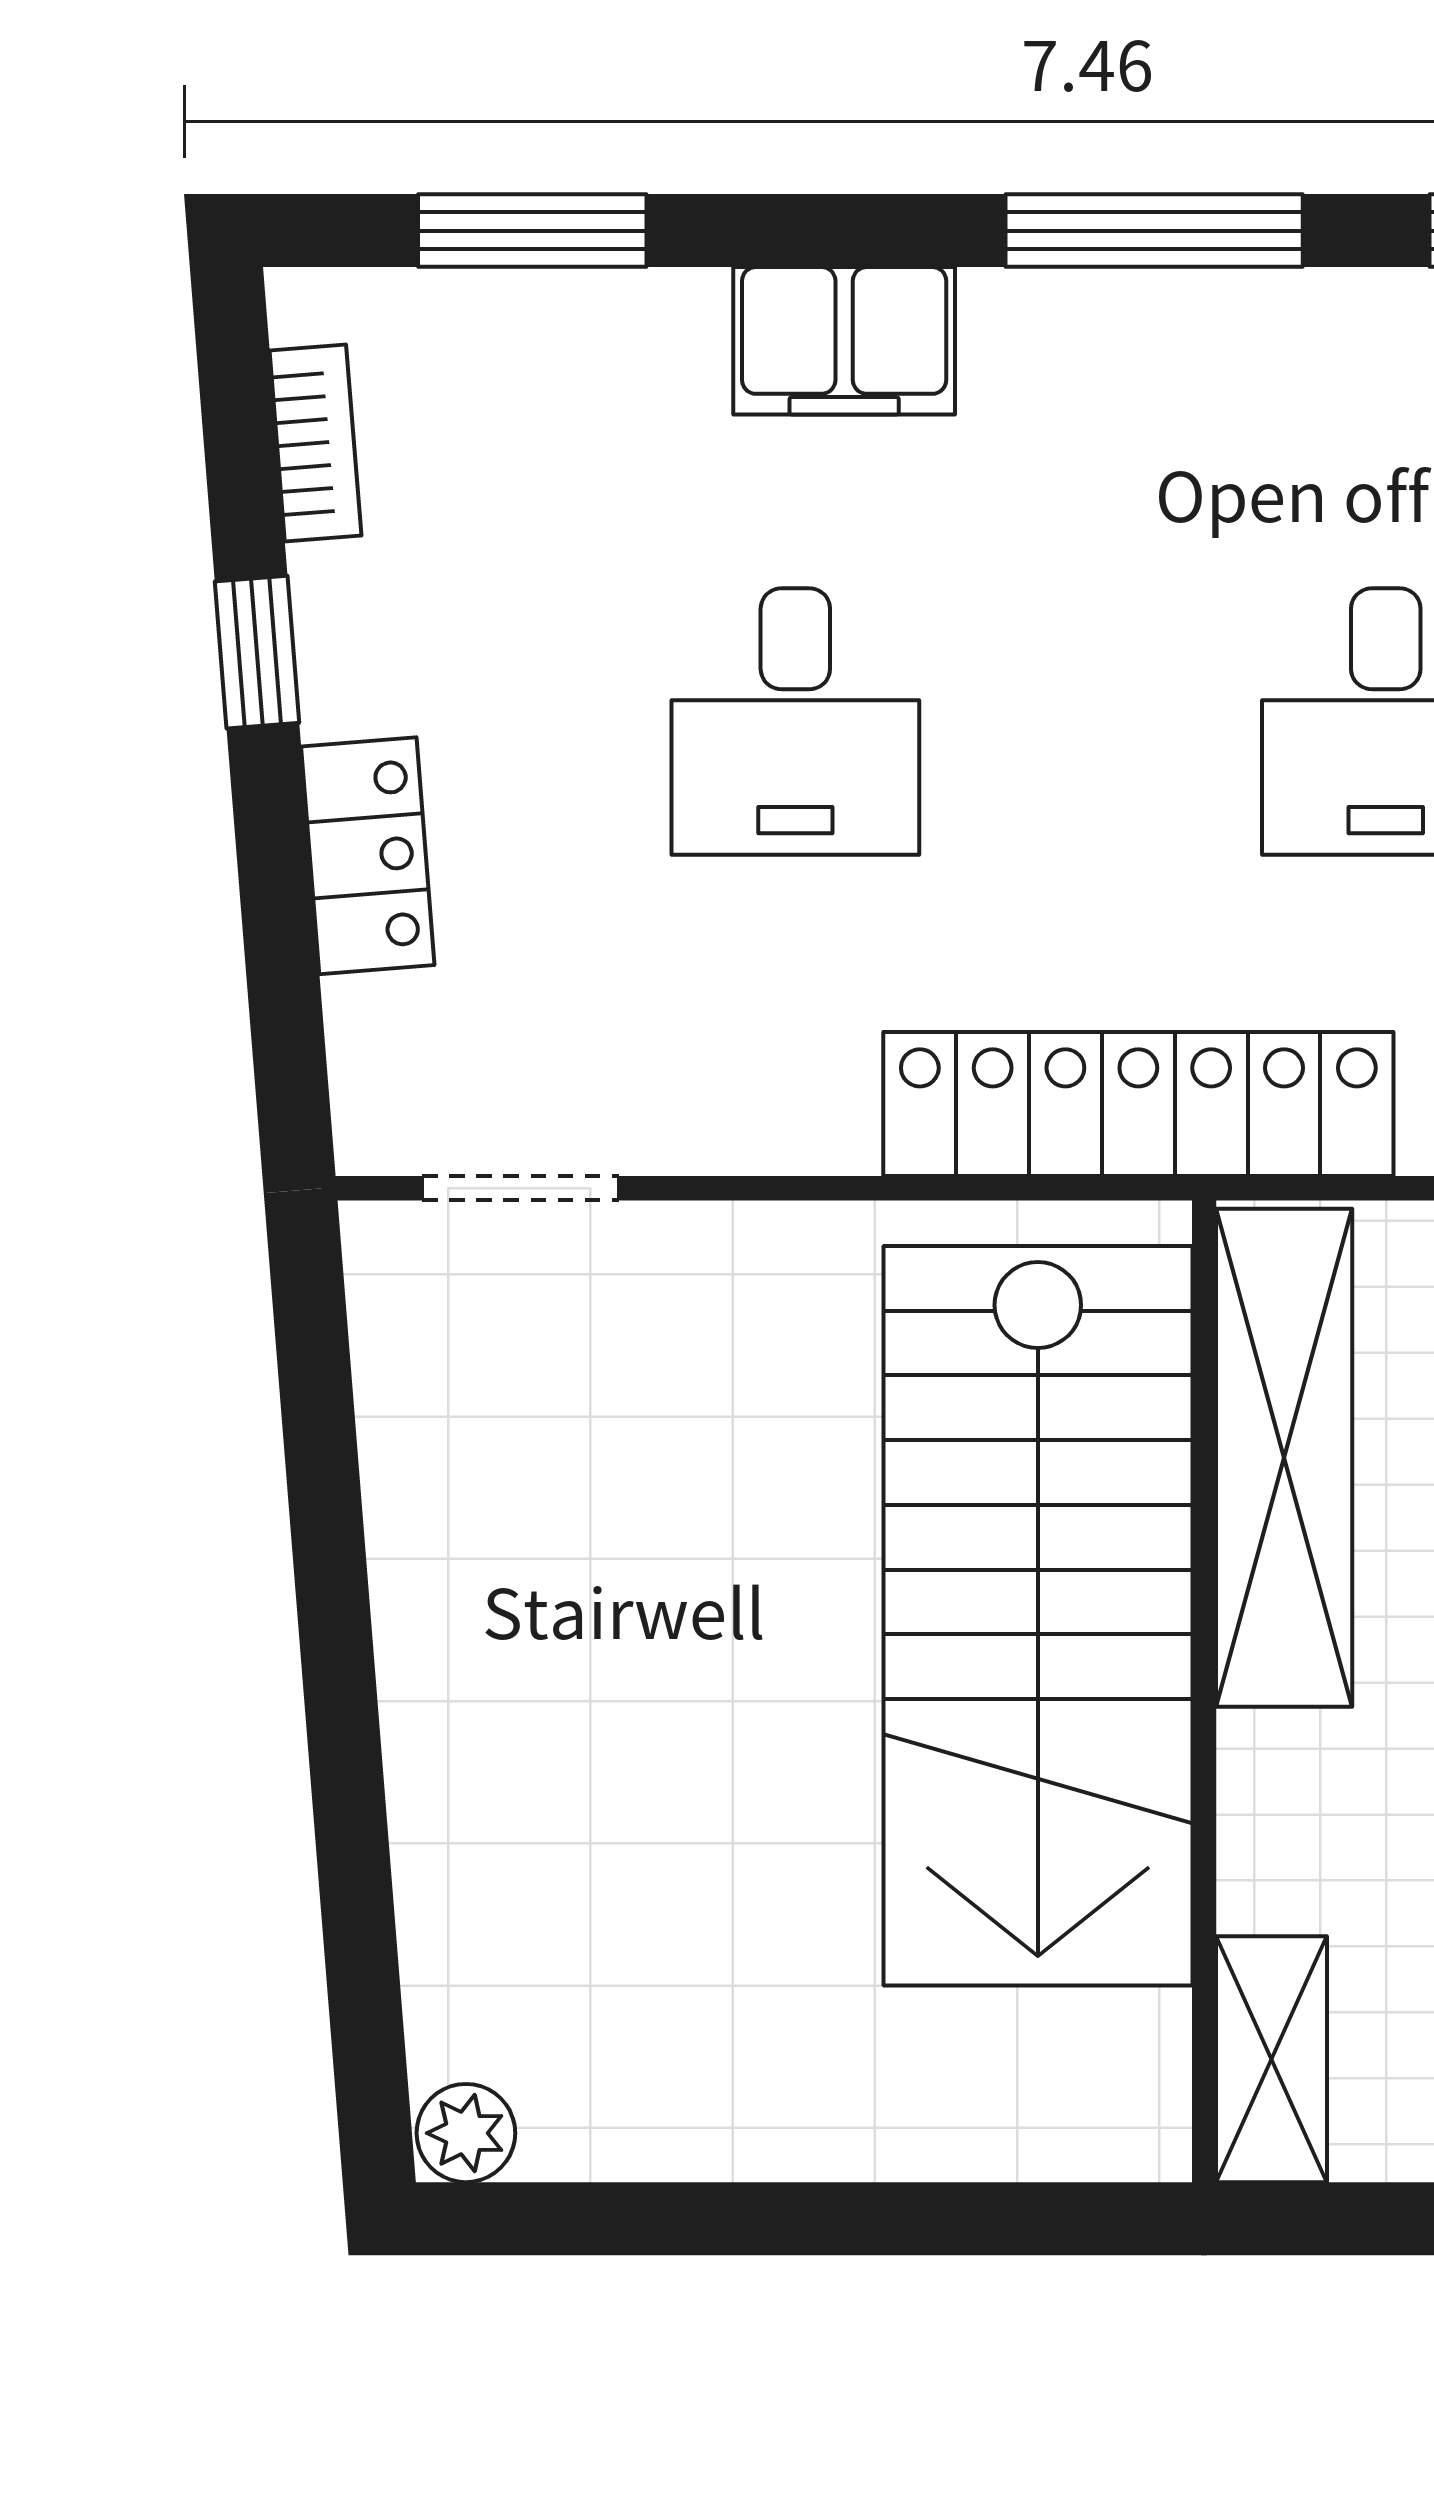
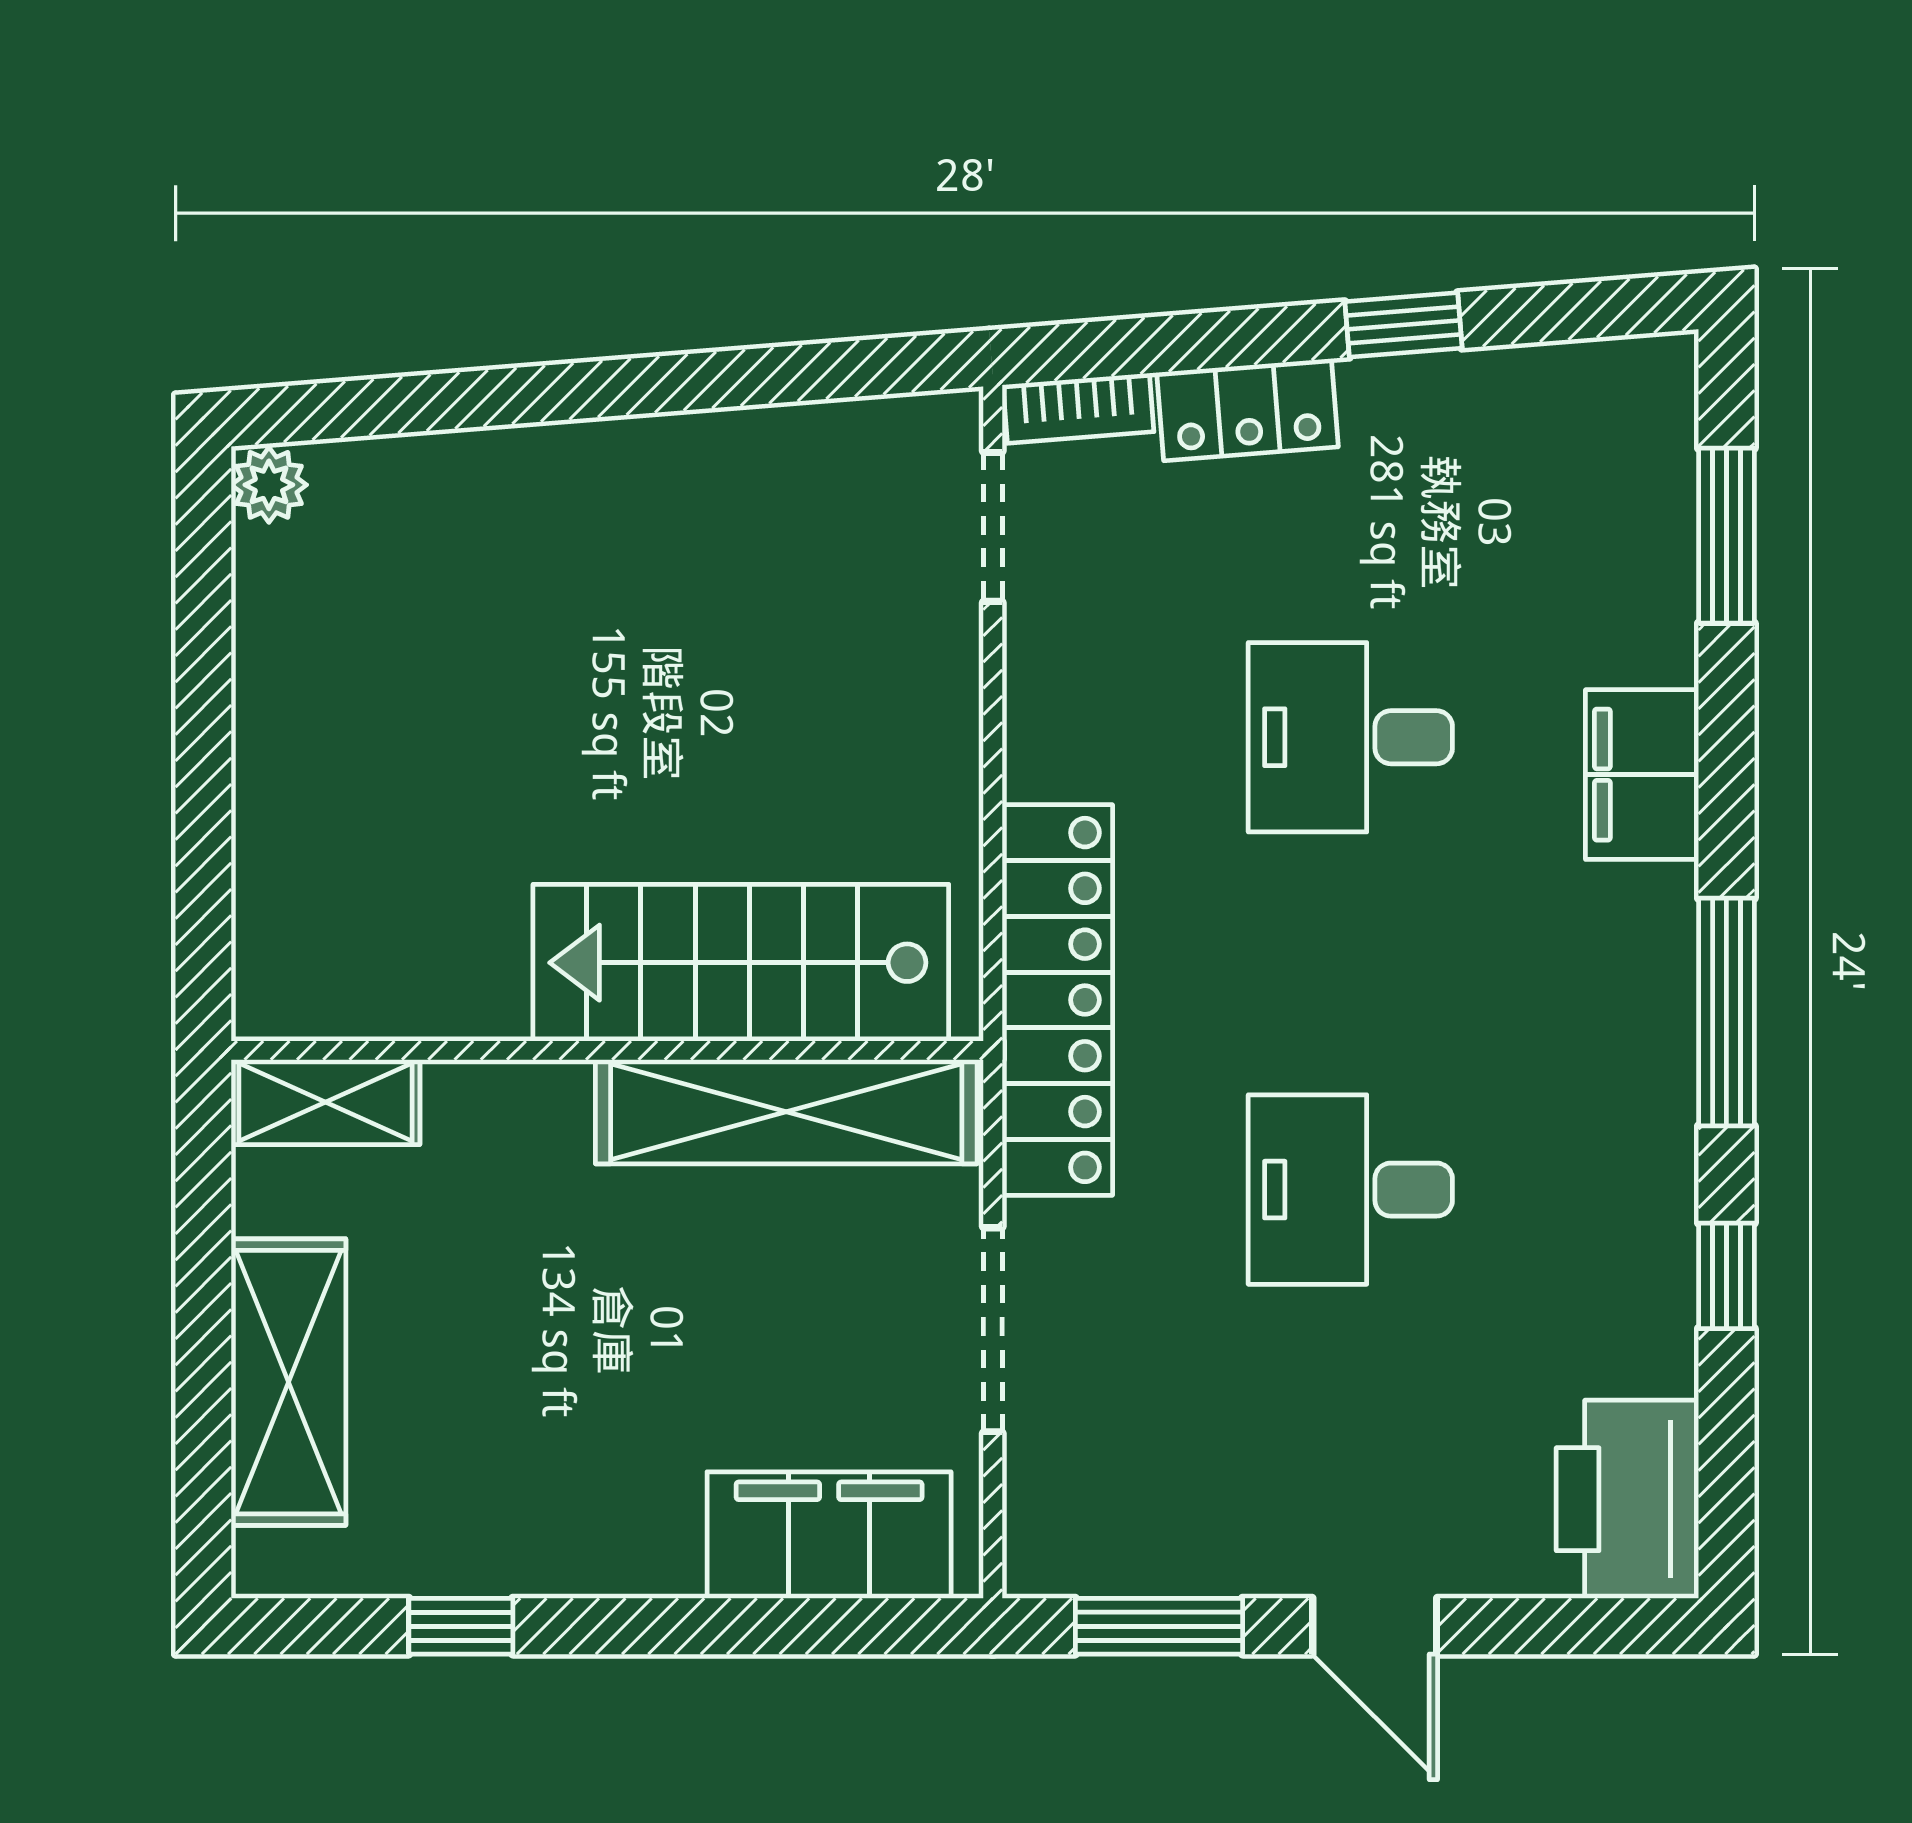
bookcase: (315, 443) -> (1078, 408), moved
stairs: (1038, 1616) -> (741, 963), width x0.73, depth x0.66

